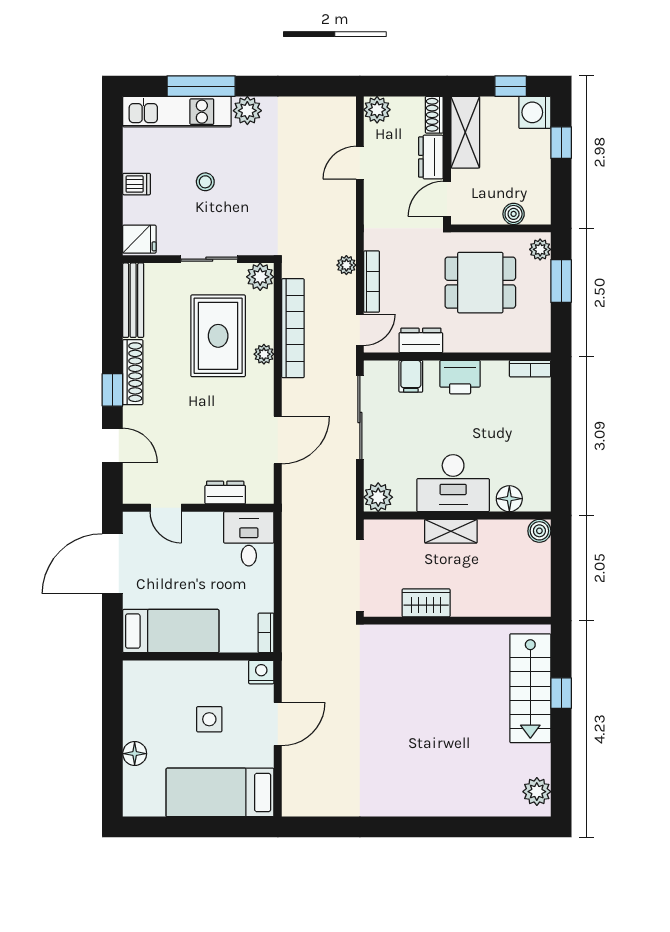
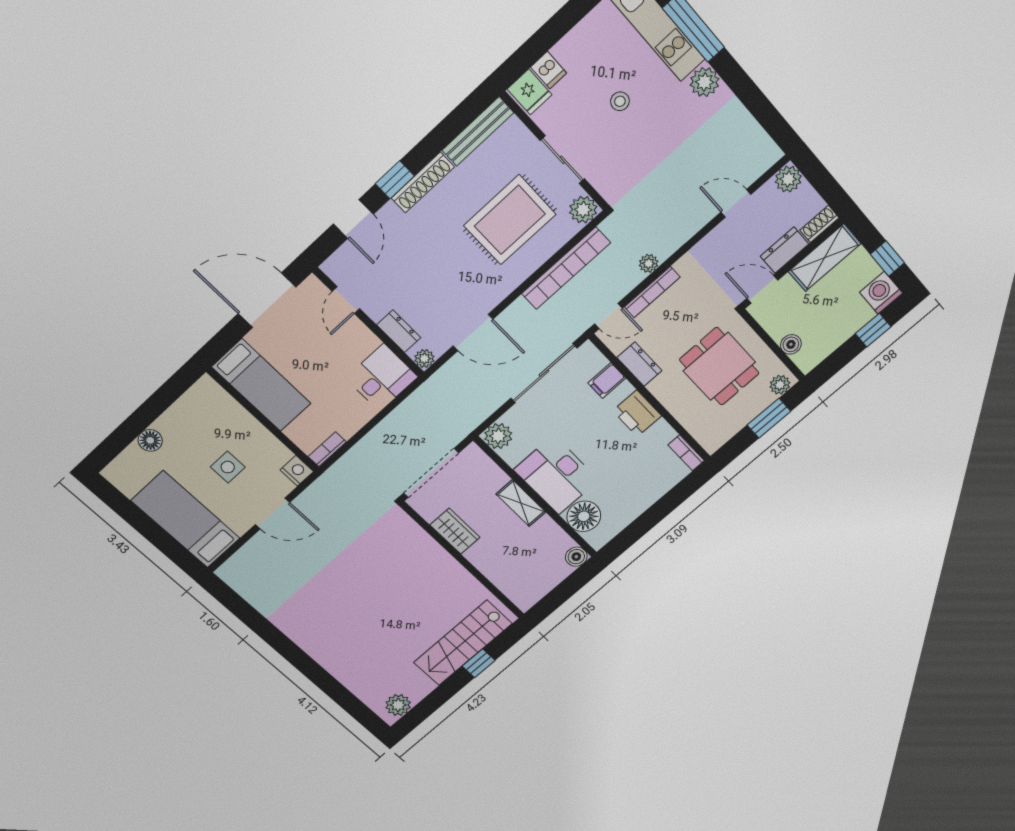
dishwasher: (137, 184) -> (549, 70), moved
plant: (264, 354) -> (424, 359), moved
floor lamp: (509, 499) -> (584, 516), width x1.38, depth x1.38

